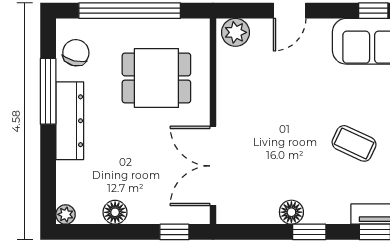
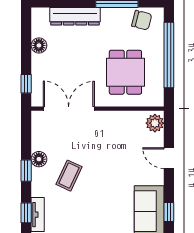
dresser: (70, 121) -> (75, 16), moved
coffee table: (354, 143) -> (69, 176), moved
plant: (66, 214) -> (37, 14), removed

